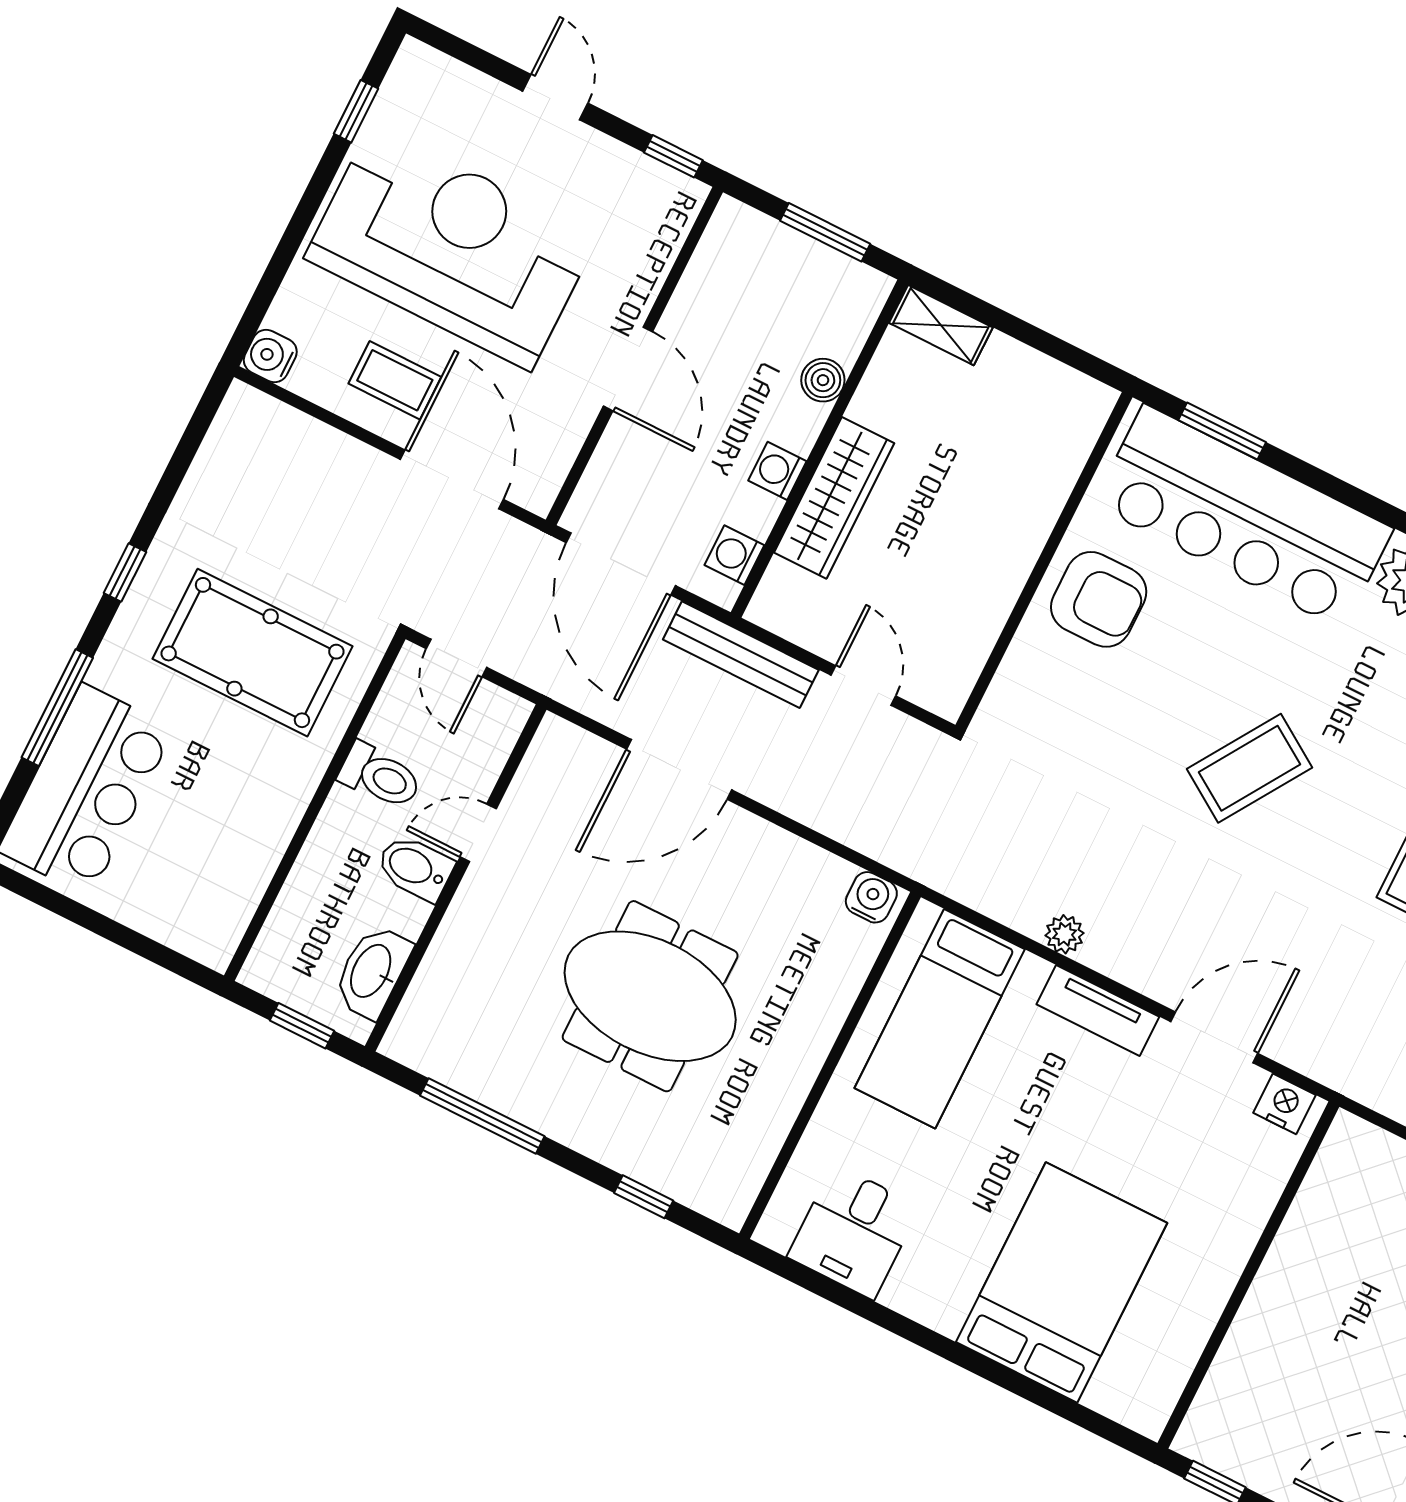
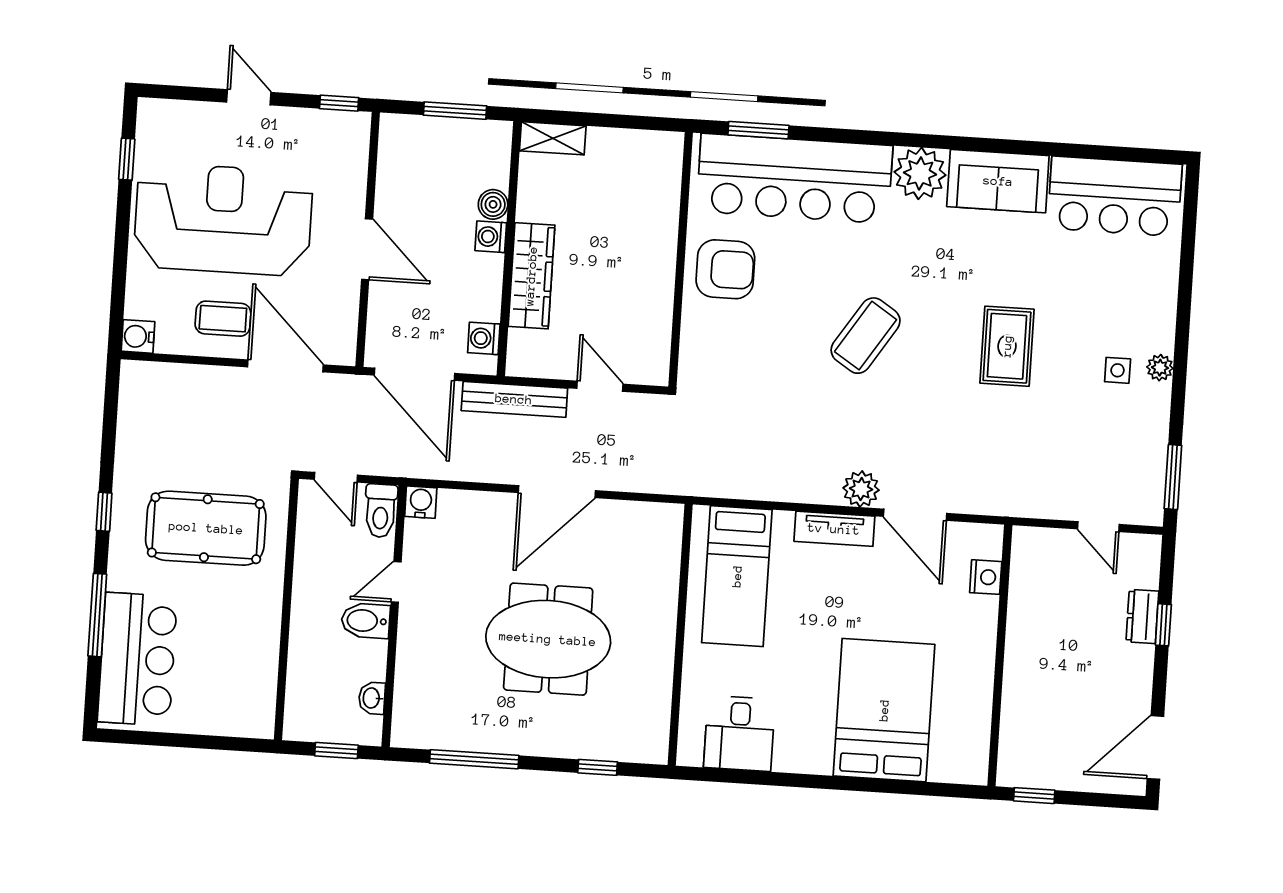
washing machine: (777, 471) -> (491, 237), moved
door: (679, 769) -> (557, 492), moved
toilet: (380, 776) -> (381, 511), moved, turned 90
water cooler: (871, 897) -> (421, 502), moved
plant: (1064, 934) -> (861, 489), moved, width x1.38, depth x1.38
washbasin: (372, 972) -> (372, 698), width x0.52, depth x0.69
door: (1214, 1037) -> (915, 515), swing flipped
nightstand: (1285, 1104) -> (986, 577), moved, turned 90

